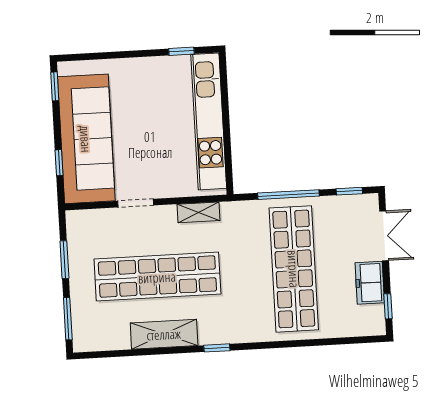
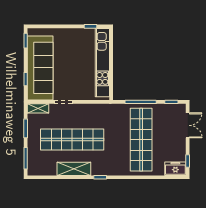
shelving: (198, 212) -> (38, 108), moved
freezer: (370, 283) -> (175, 169), moved, turned 90

